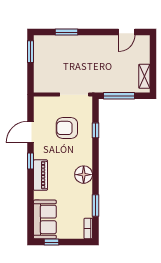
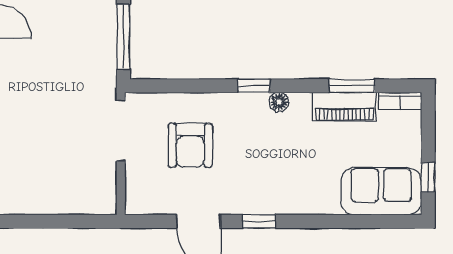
window: (30, 52) -> (31, 221), removed
window: (95, 130) -> (254, 86), moved
piano: (40, 175) -> (344, 107), moved, turned 180
floor lamp: (84, 175) -> (279, 102), width x0.53, depth x0.53

